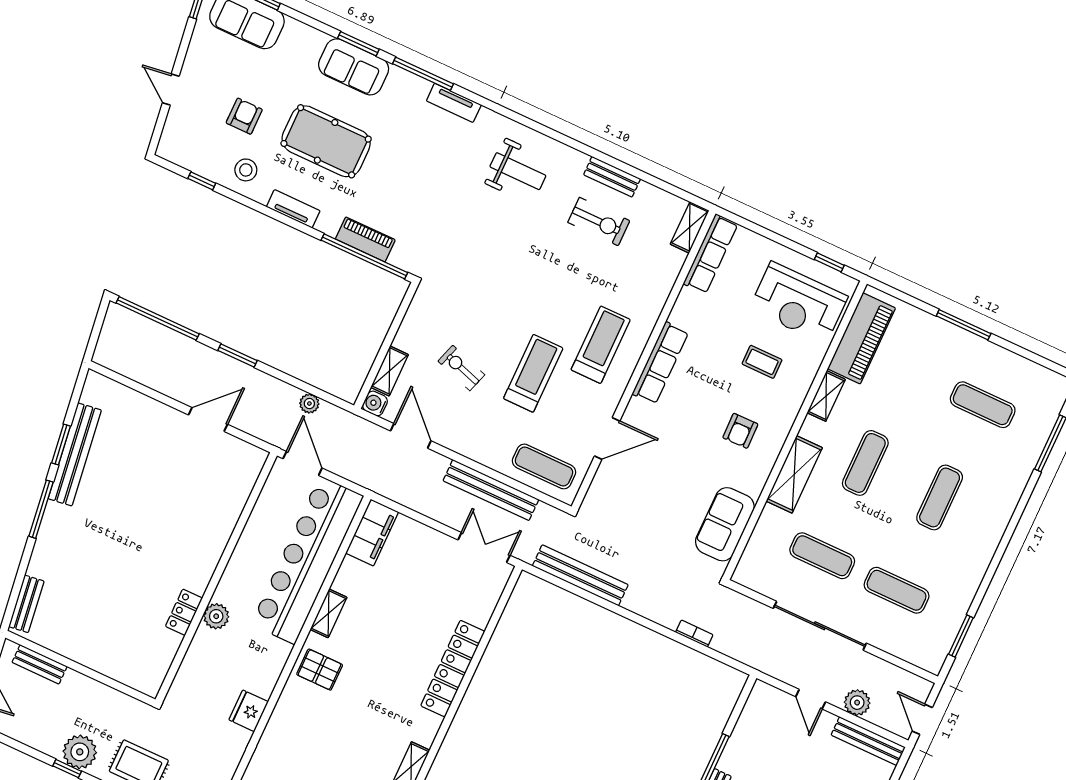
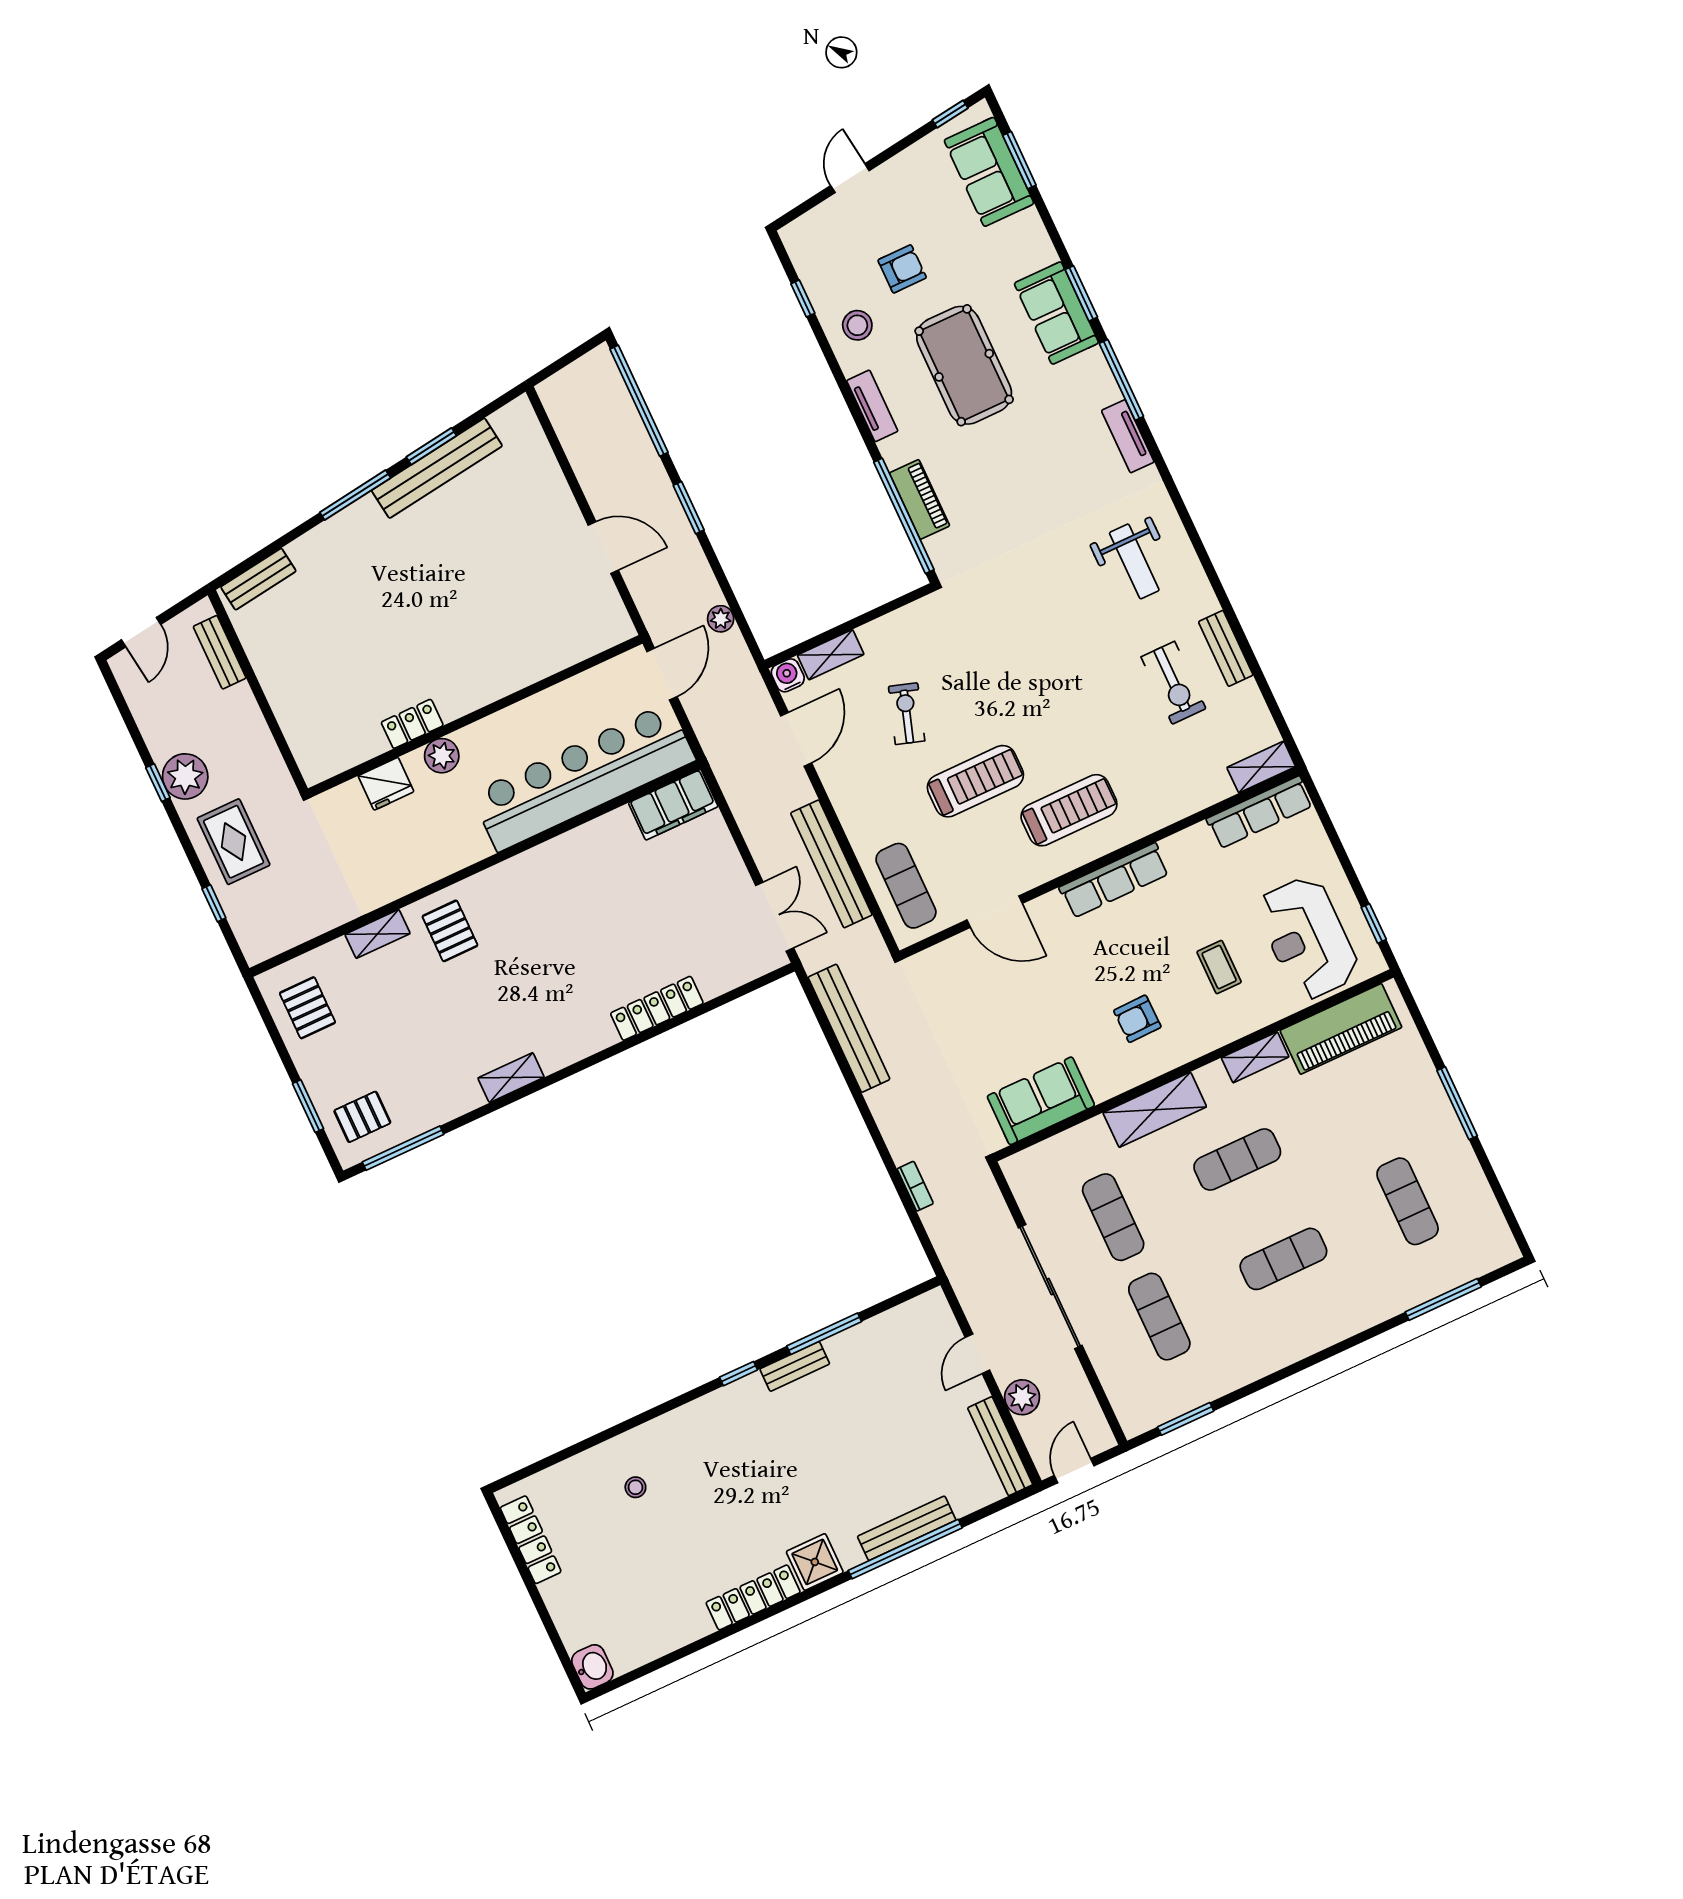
shelving: (328, 613) -> (378, 934), moved
locker: (453, 669) -> (657, 1008), width x0.71, depth x0.83
pallet: (320, 670) -> (450, 931), moved
fridge: (249, 711) -> (386, 784), moved, turned 180

